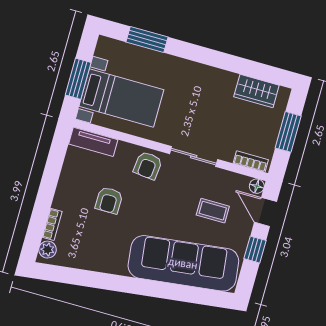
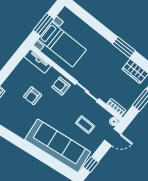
window: (147, 40) -> (124, 47), moved
armchair: (148, 165) -> (61, 86), turned 84
door: (266, 212) -> (113, 137), swing flipped
window: (255, 250) -> (91, 164), moved

